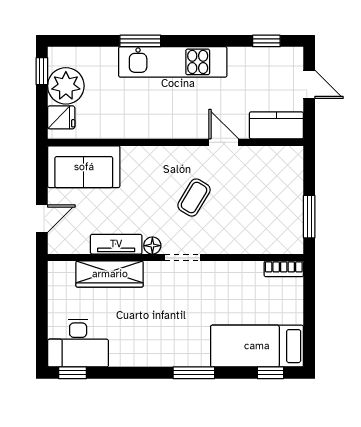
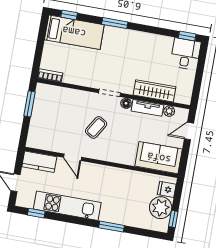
kitchen unit: (173, 62) -> (67, 206), moved
plant: (80, 245) -> (169, 111), added
desk: (78, 343) -> (186, 54), width x0.73

